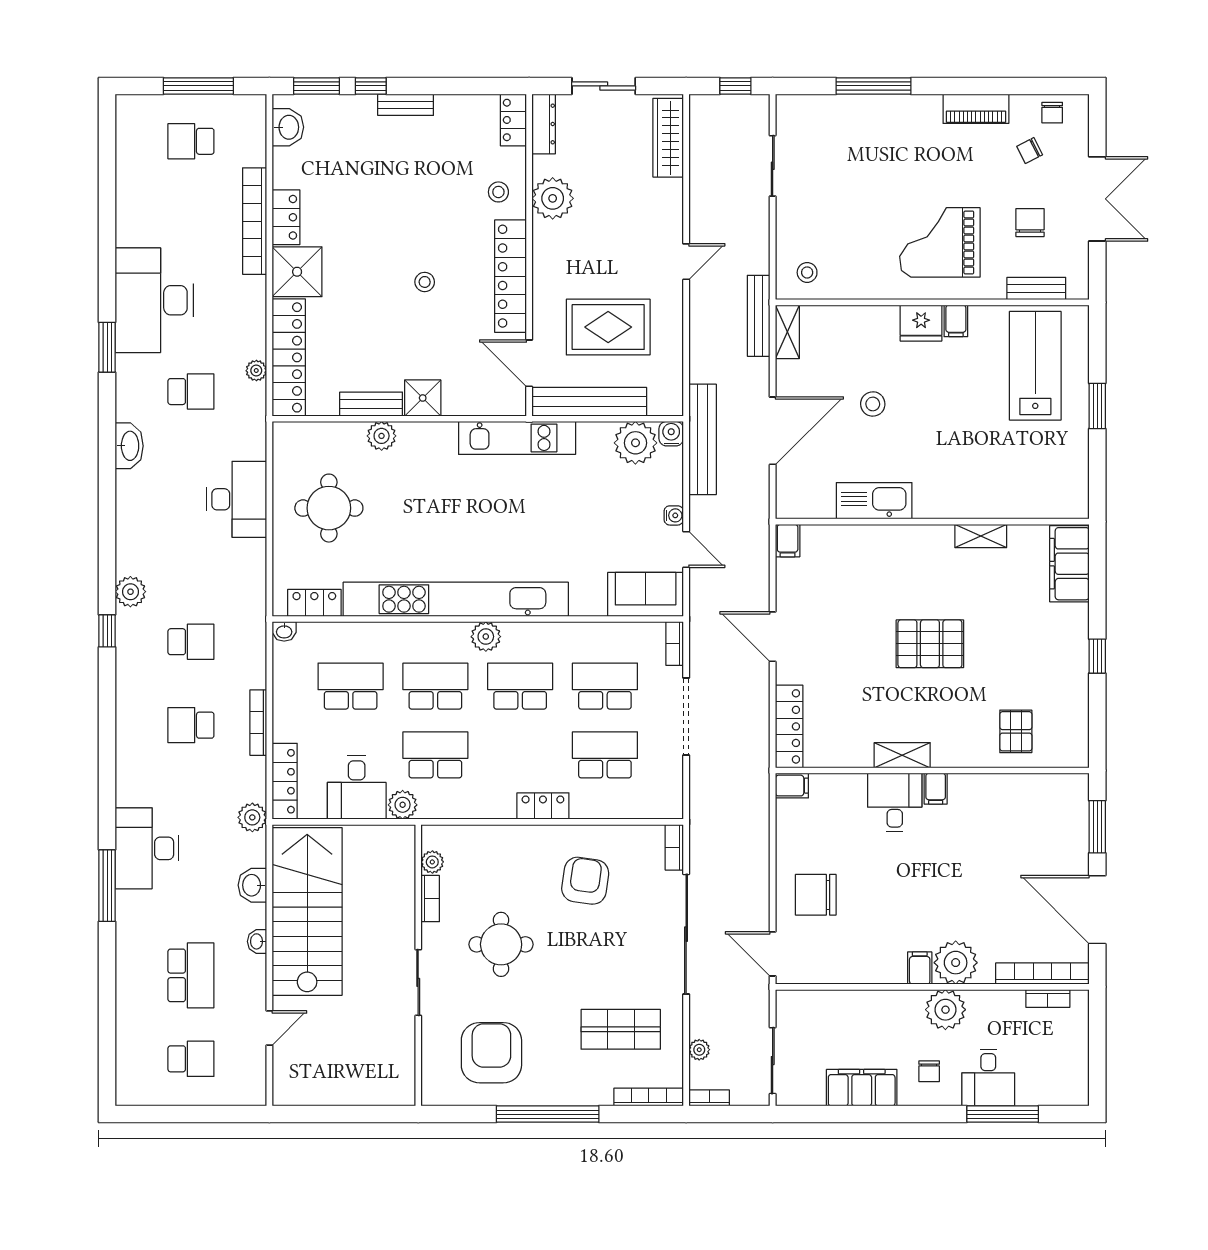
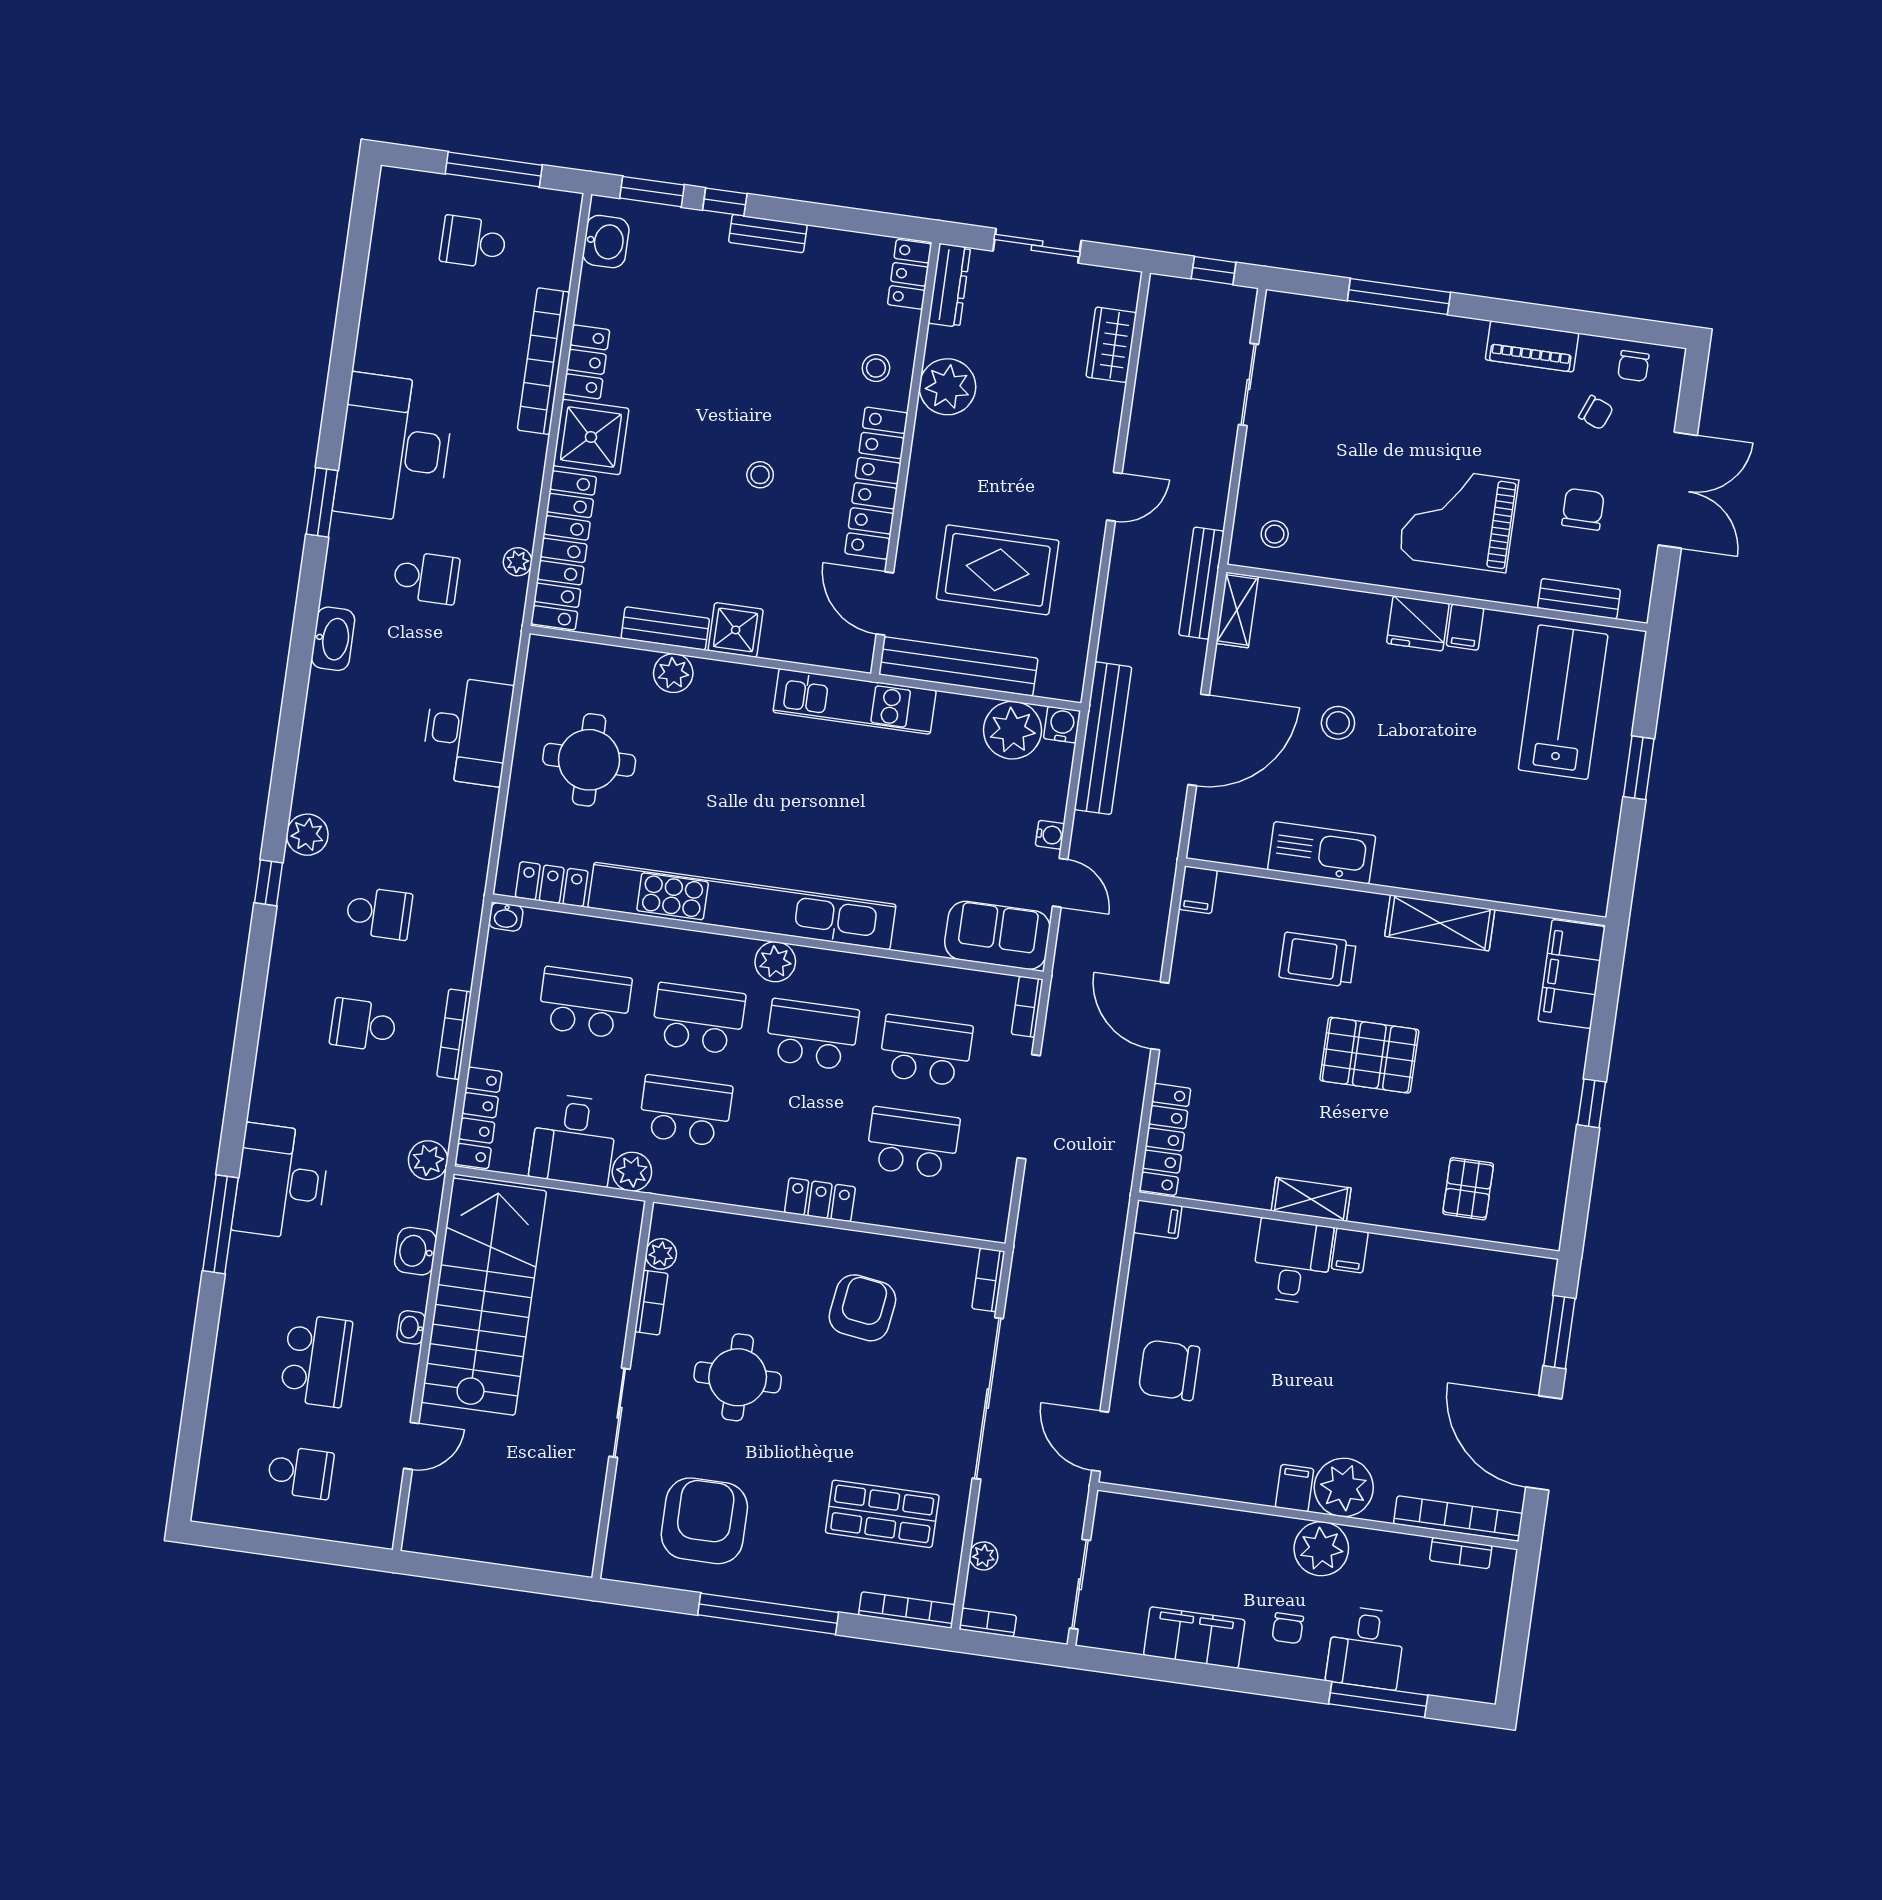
wardrobe: (668, 138) -> (1111, 345), width x0.67
chair: (1030, 151) -> (1596, 413), turned -131
shelving: (981, 536) -> (1440, 923), width x1.50, depth x1.33
trolley: (882, 579) -> (1318, 960), added

